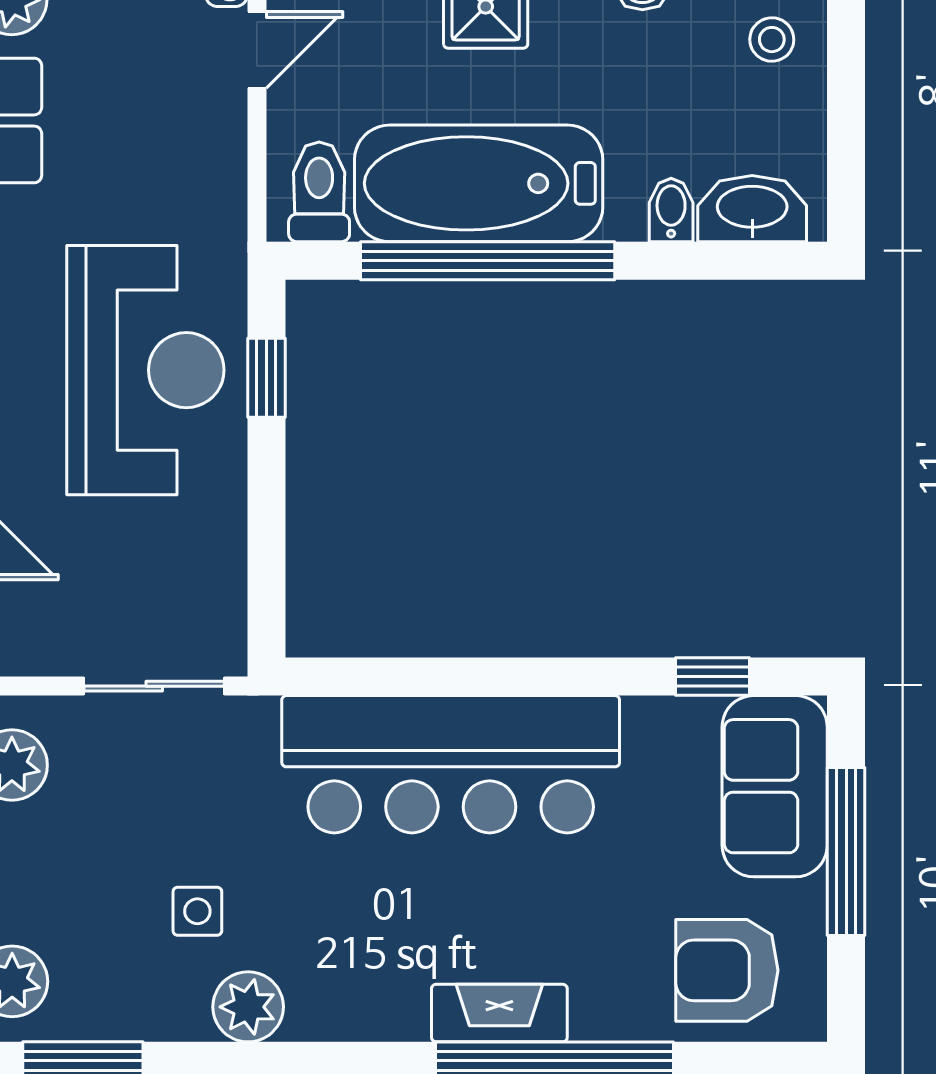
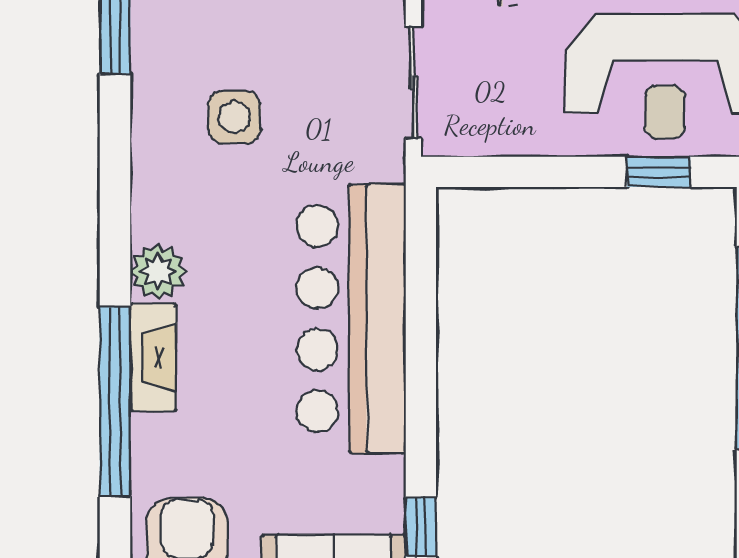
side table: (197, 911) -> (234, 117), width x1.37, depth x1.37
plant: (248, 1007) -> (158, 271), moved

